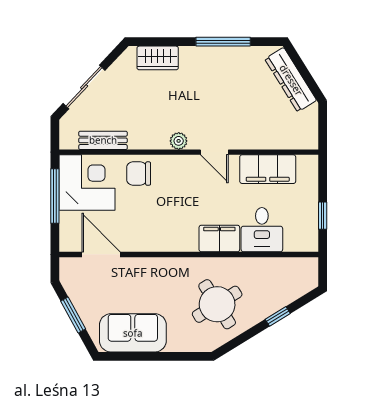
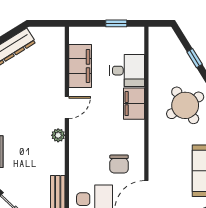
chair: (139, 174) -> (119, 164), moved

